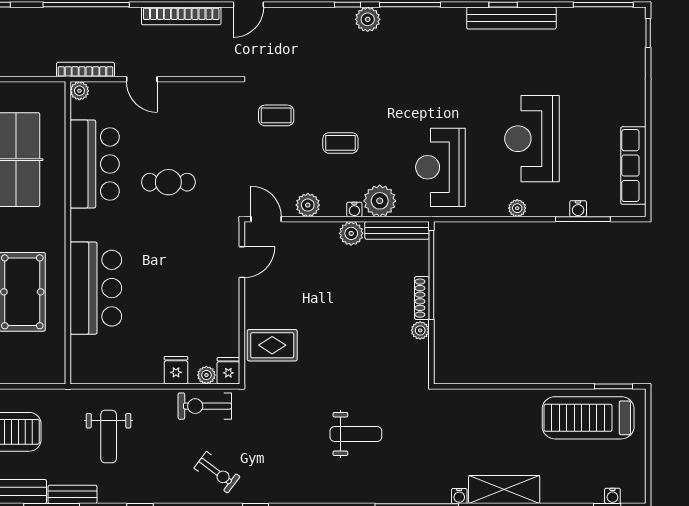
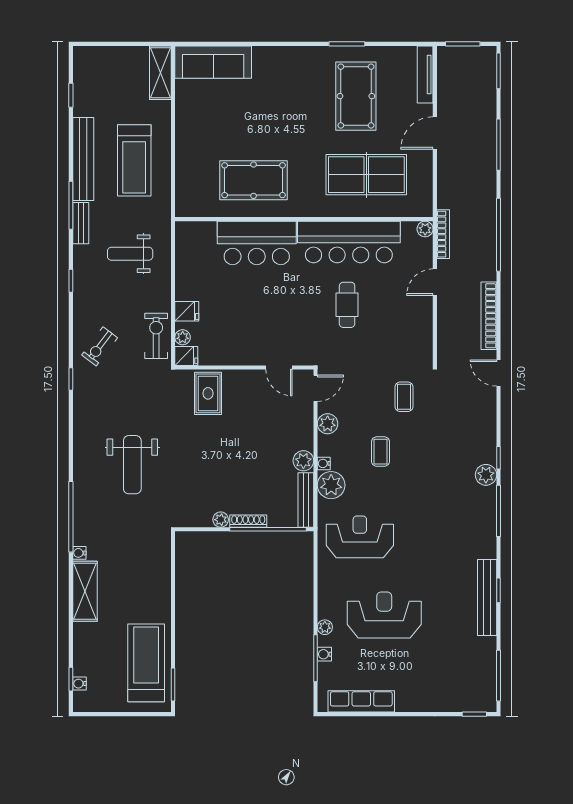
bar counter: (95, 164) -> (349, 242), width x1.36
plant: (517, 208) -> (325, 627), moved
weight bench: (356, 434) -> (132, 465), width x1.36, depth x1.33

